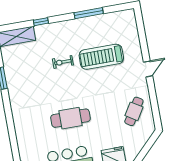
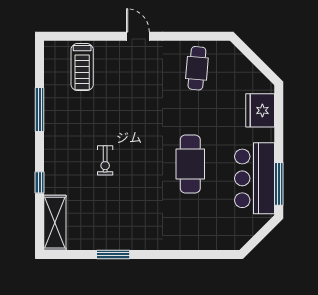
treadmill: (101, 57) -> (82, 67), moved, width x0.73, depth x0.73
cafe table: (134, 111) -> (197, 68), turned 63

